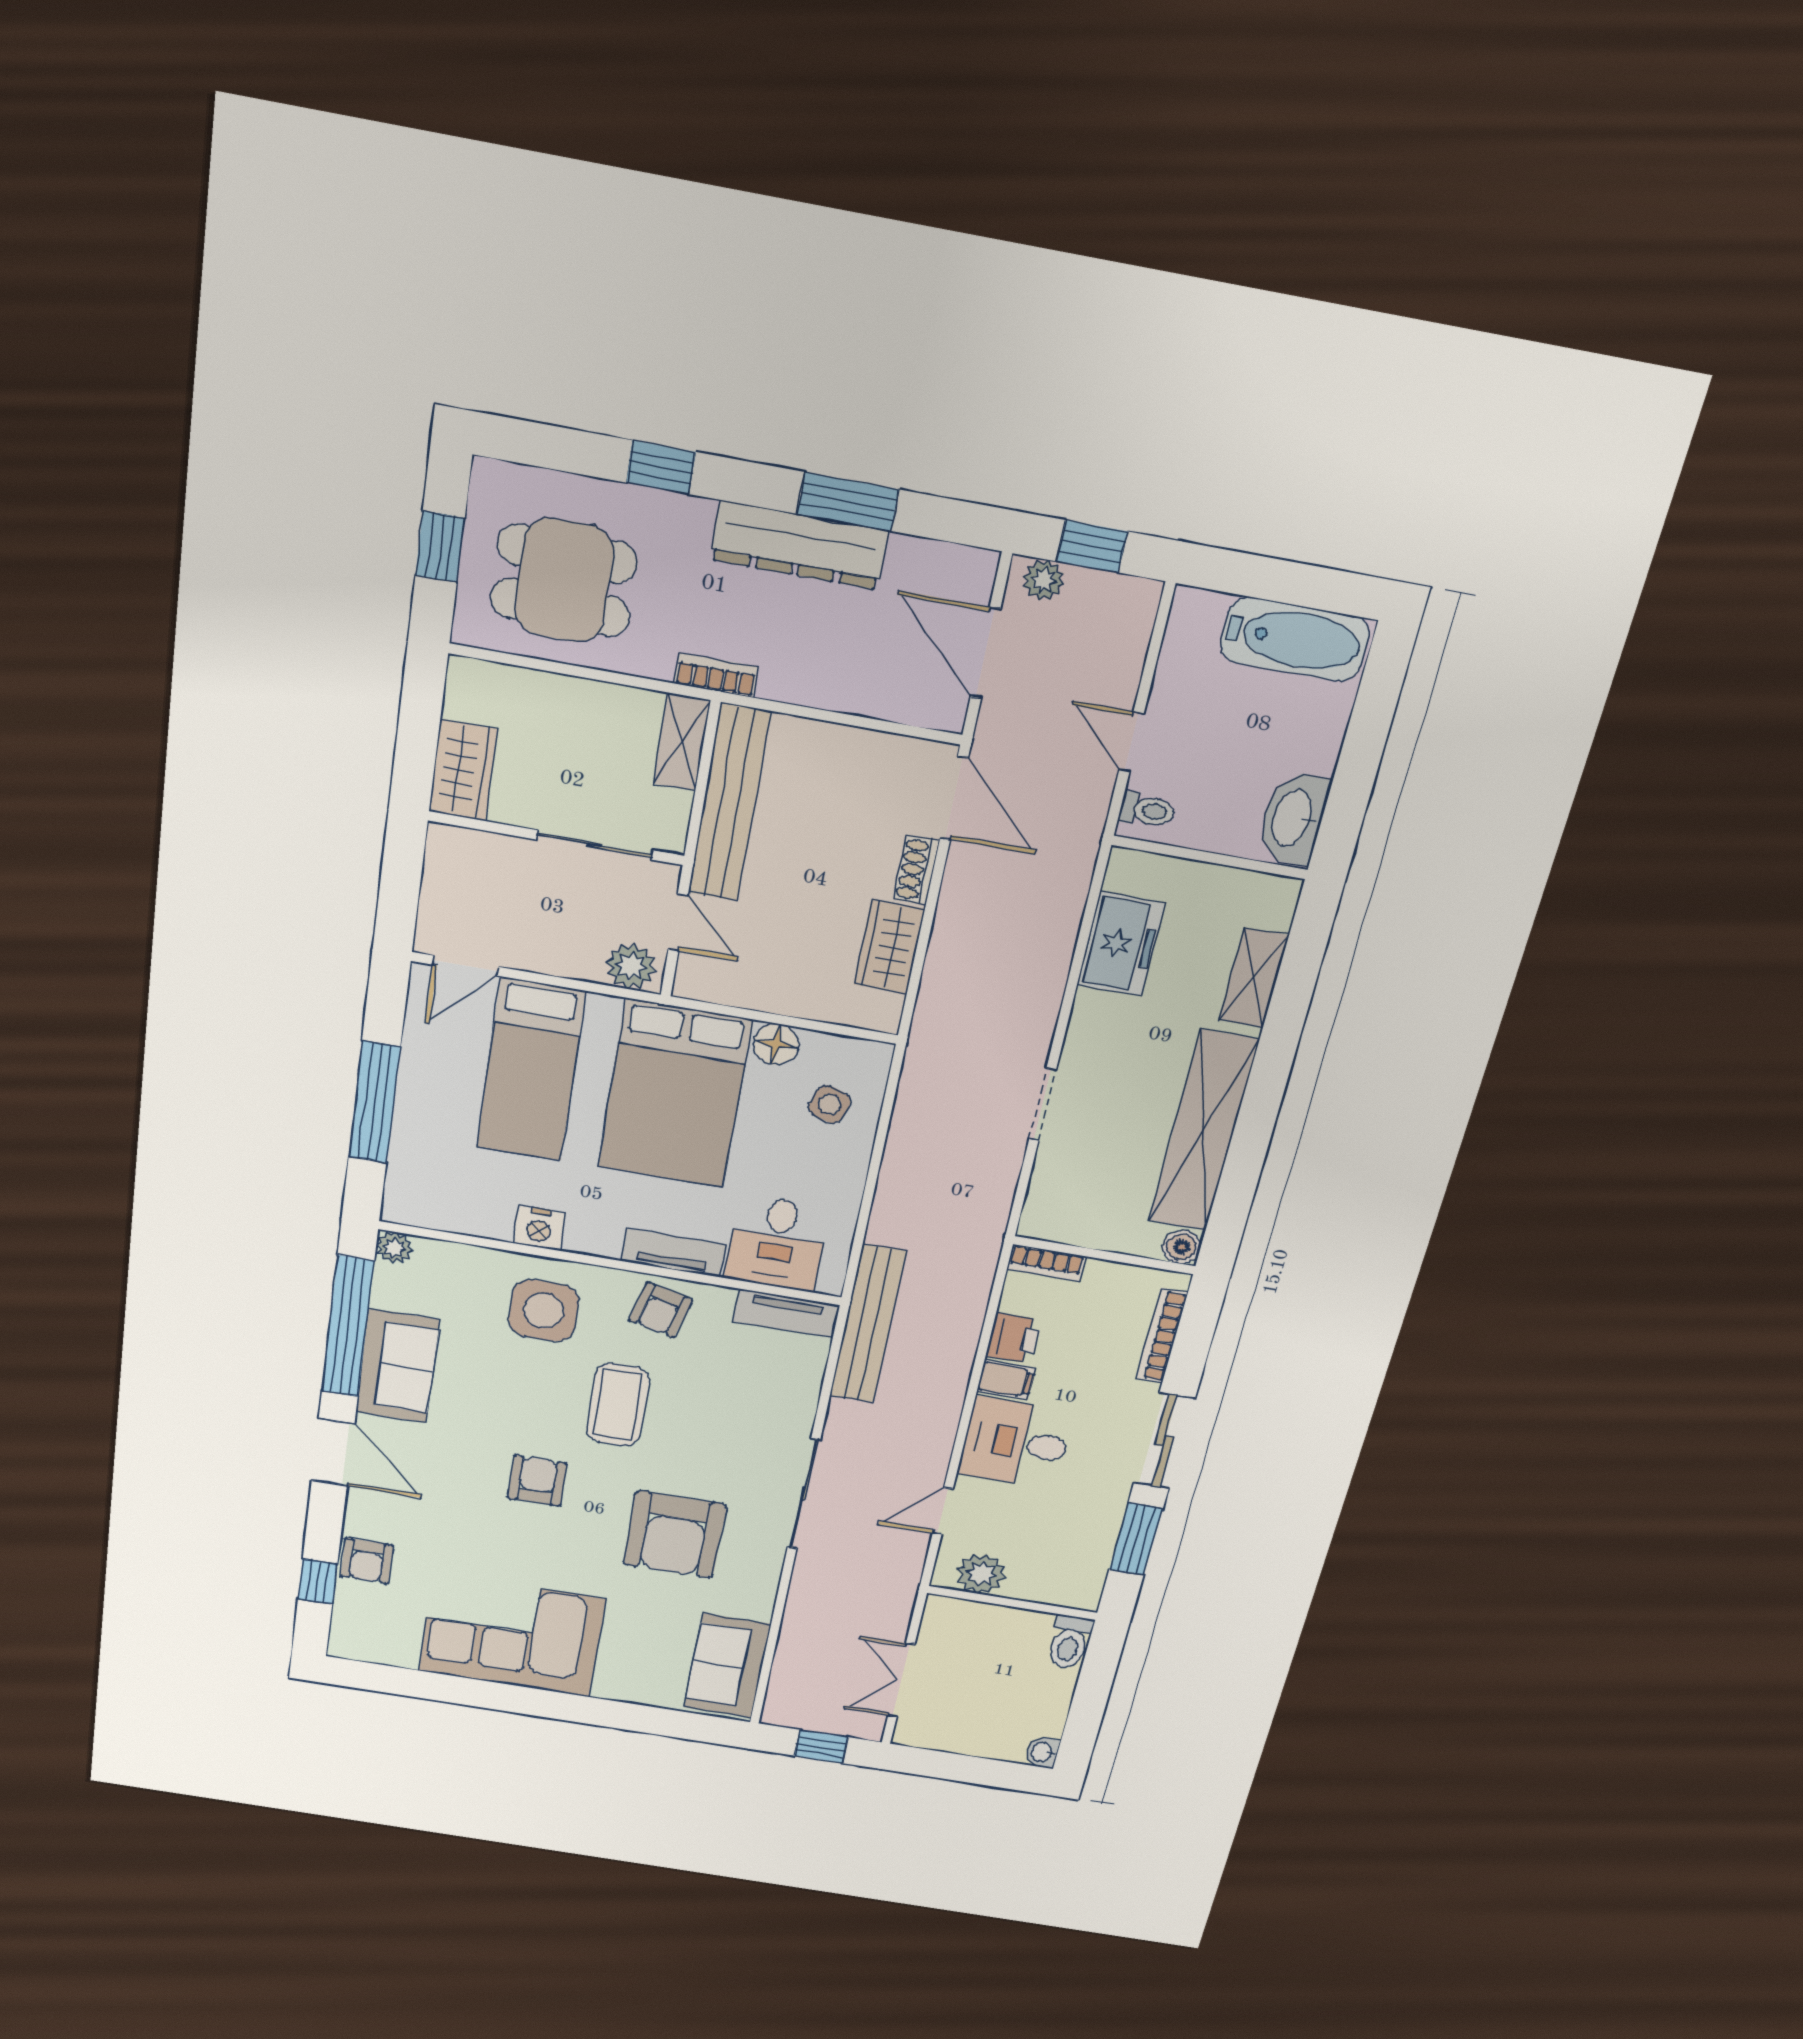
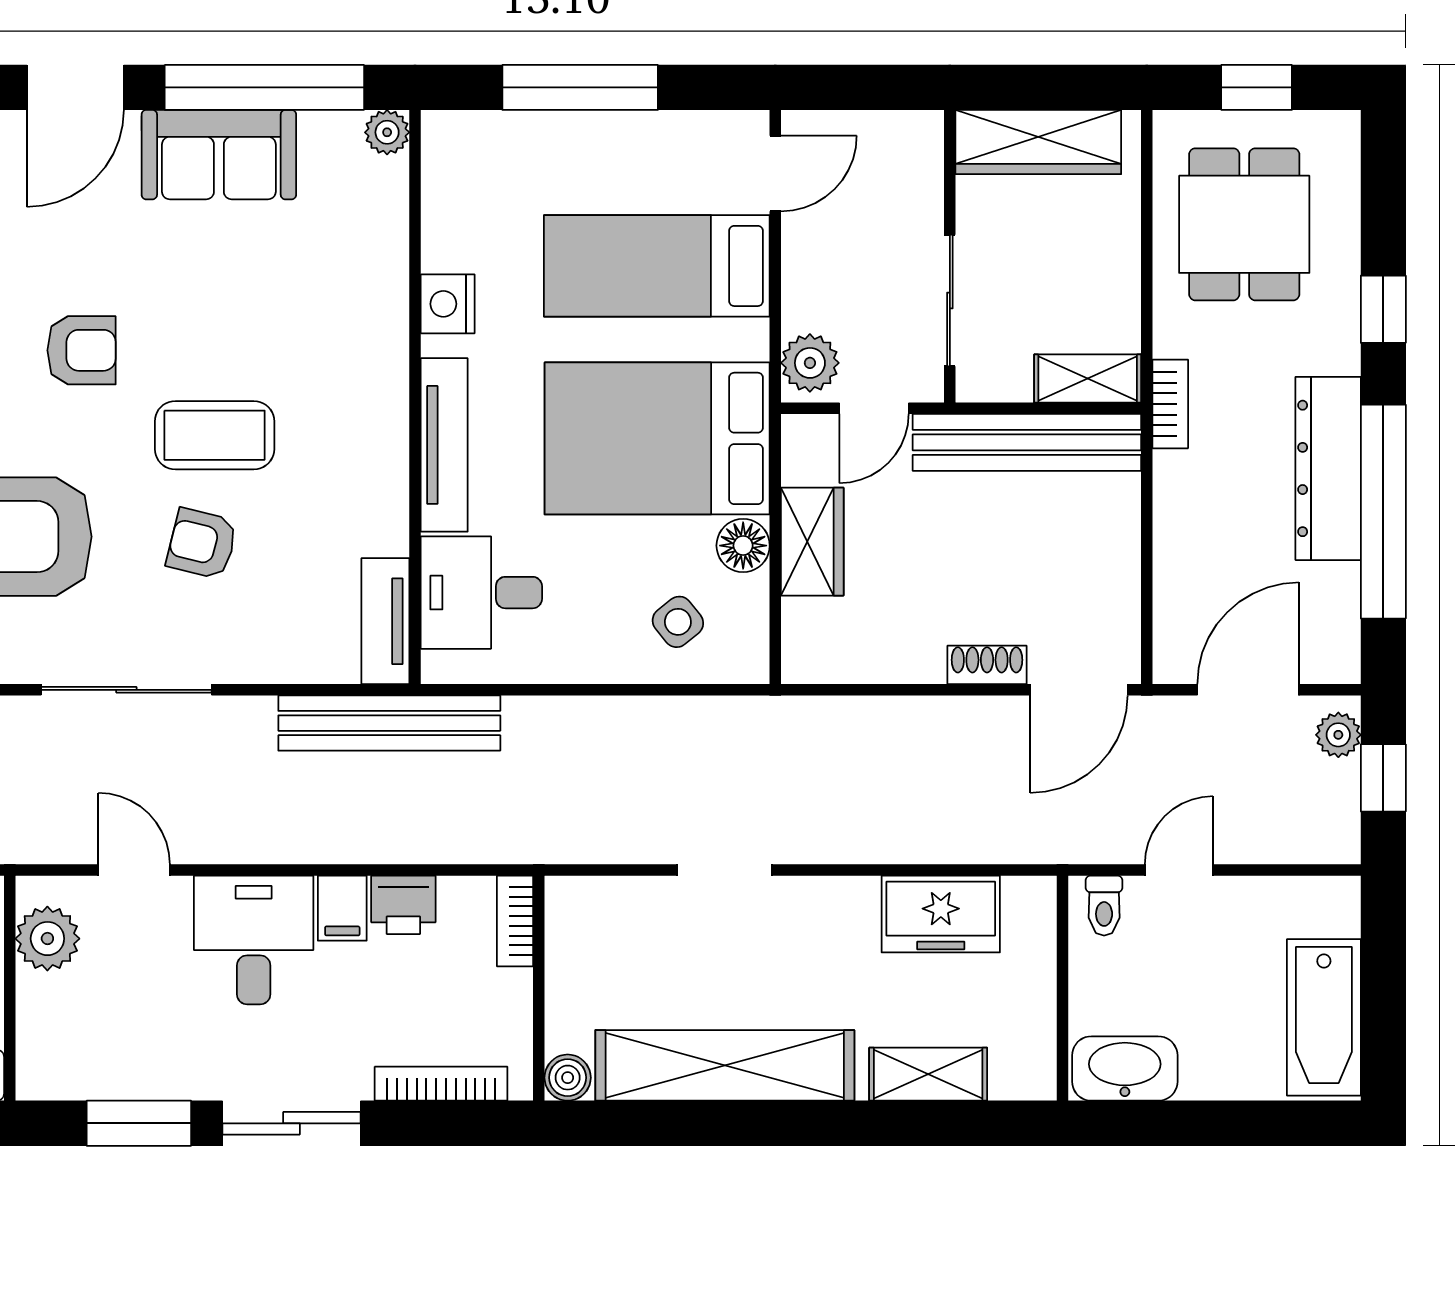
window: (848, 502) -> (1383, 512), width x2.11
wardrobe: (463, 770) -> (1038, 142), width x1.50
wardrobe: (889, 947) -> (812, 542), moved, turned 90
door: (465, 966) -> (775, 174), swing flipped
side table: (830, 1104) -> (678, 622), turned 32
tv unit: (673, 1253) -> (444, 445), width x1.41
armchair: (661, 1310) -> (202, 544), moved
side table: (544, 1311) -> (333, 325), removed

